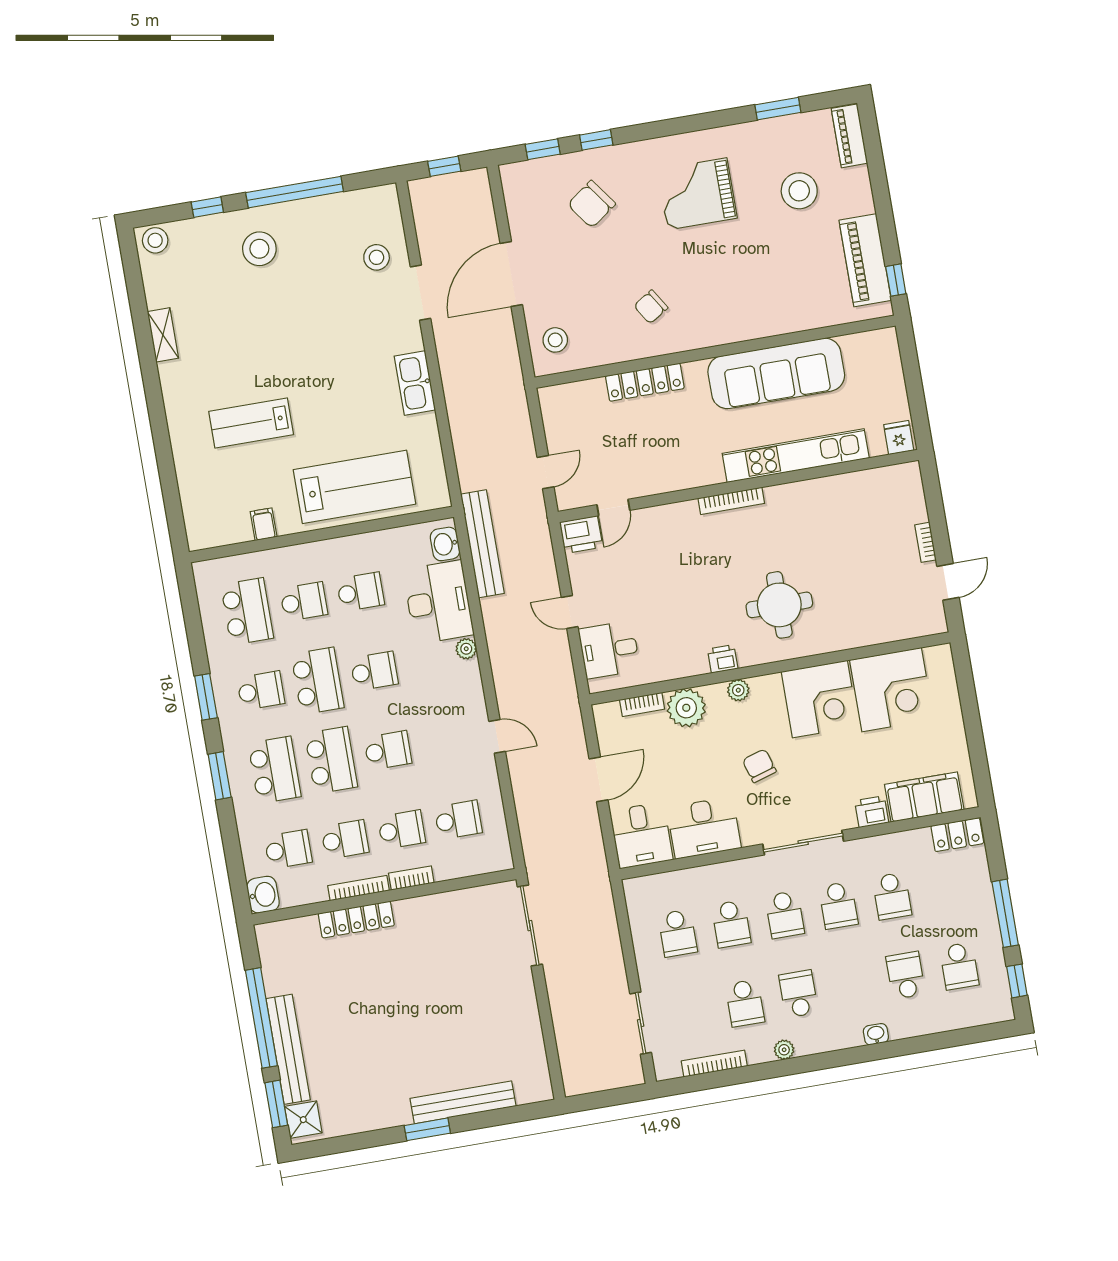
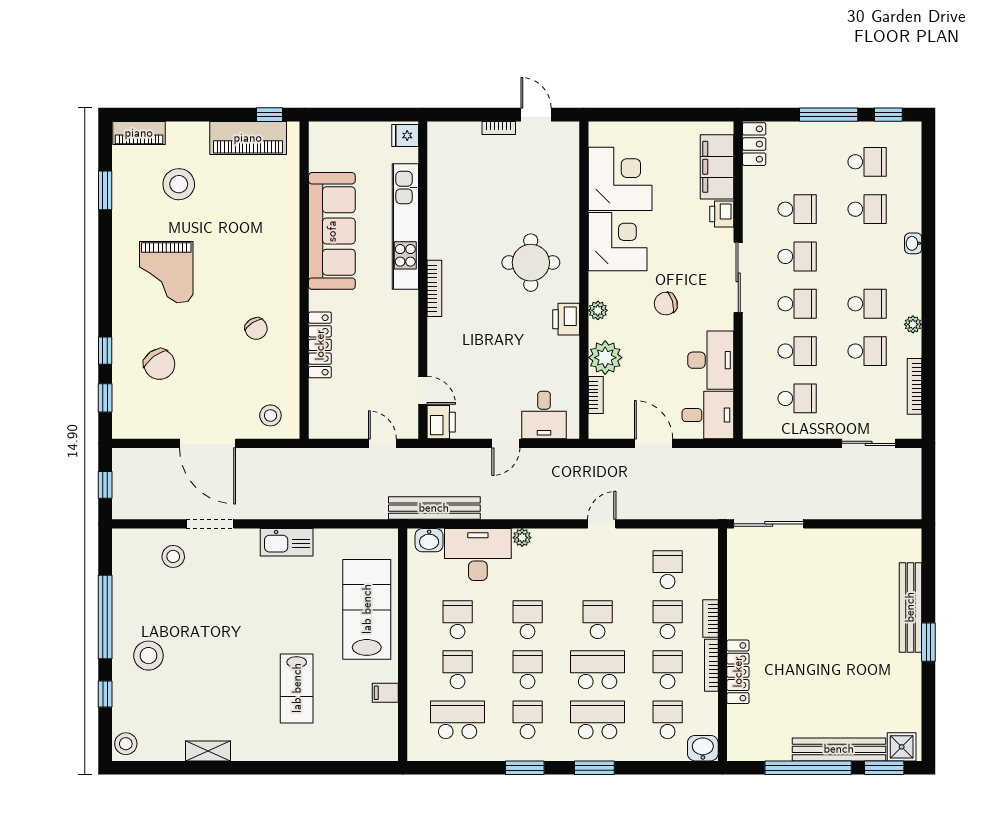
printer: (723, 659) -> (566, 319), width x1.36, depth x1.24
school desk: (317, 681) -> (528, 670), width x0.54
school desk: (906, 975) -> (867, 209), turned 180
school desk: (798, 994) -> (867, 304), turned 180

